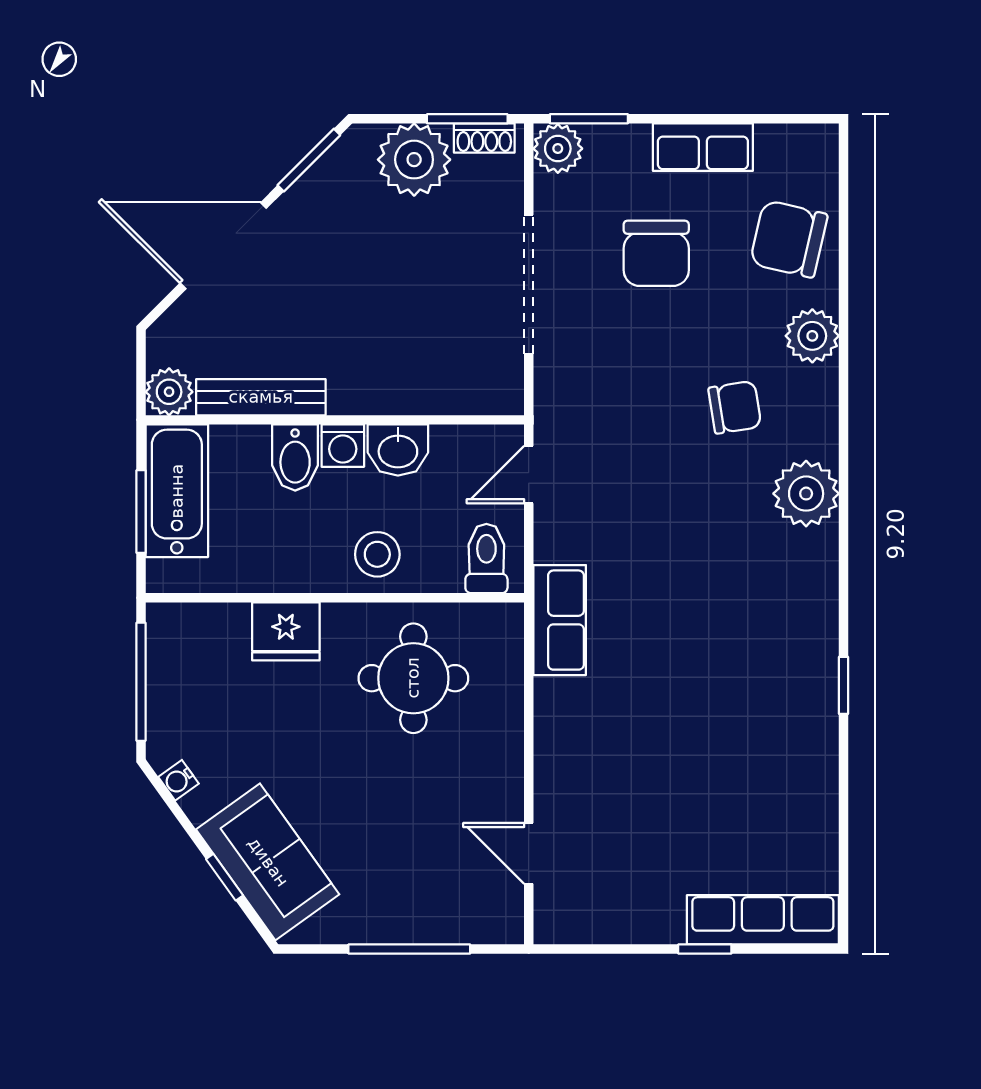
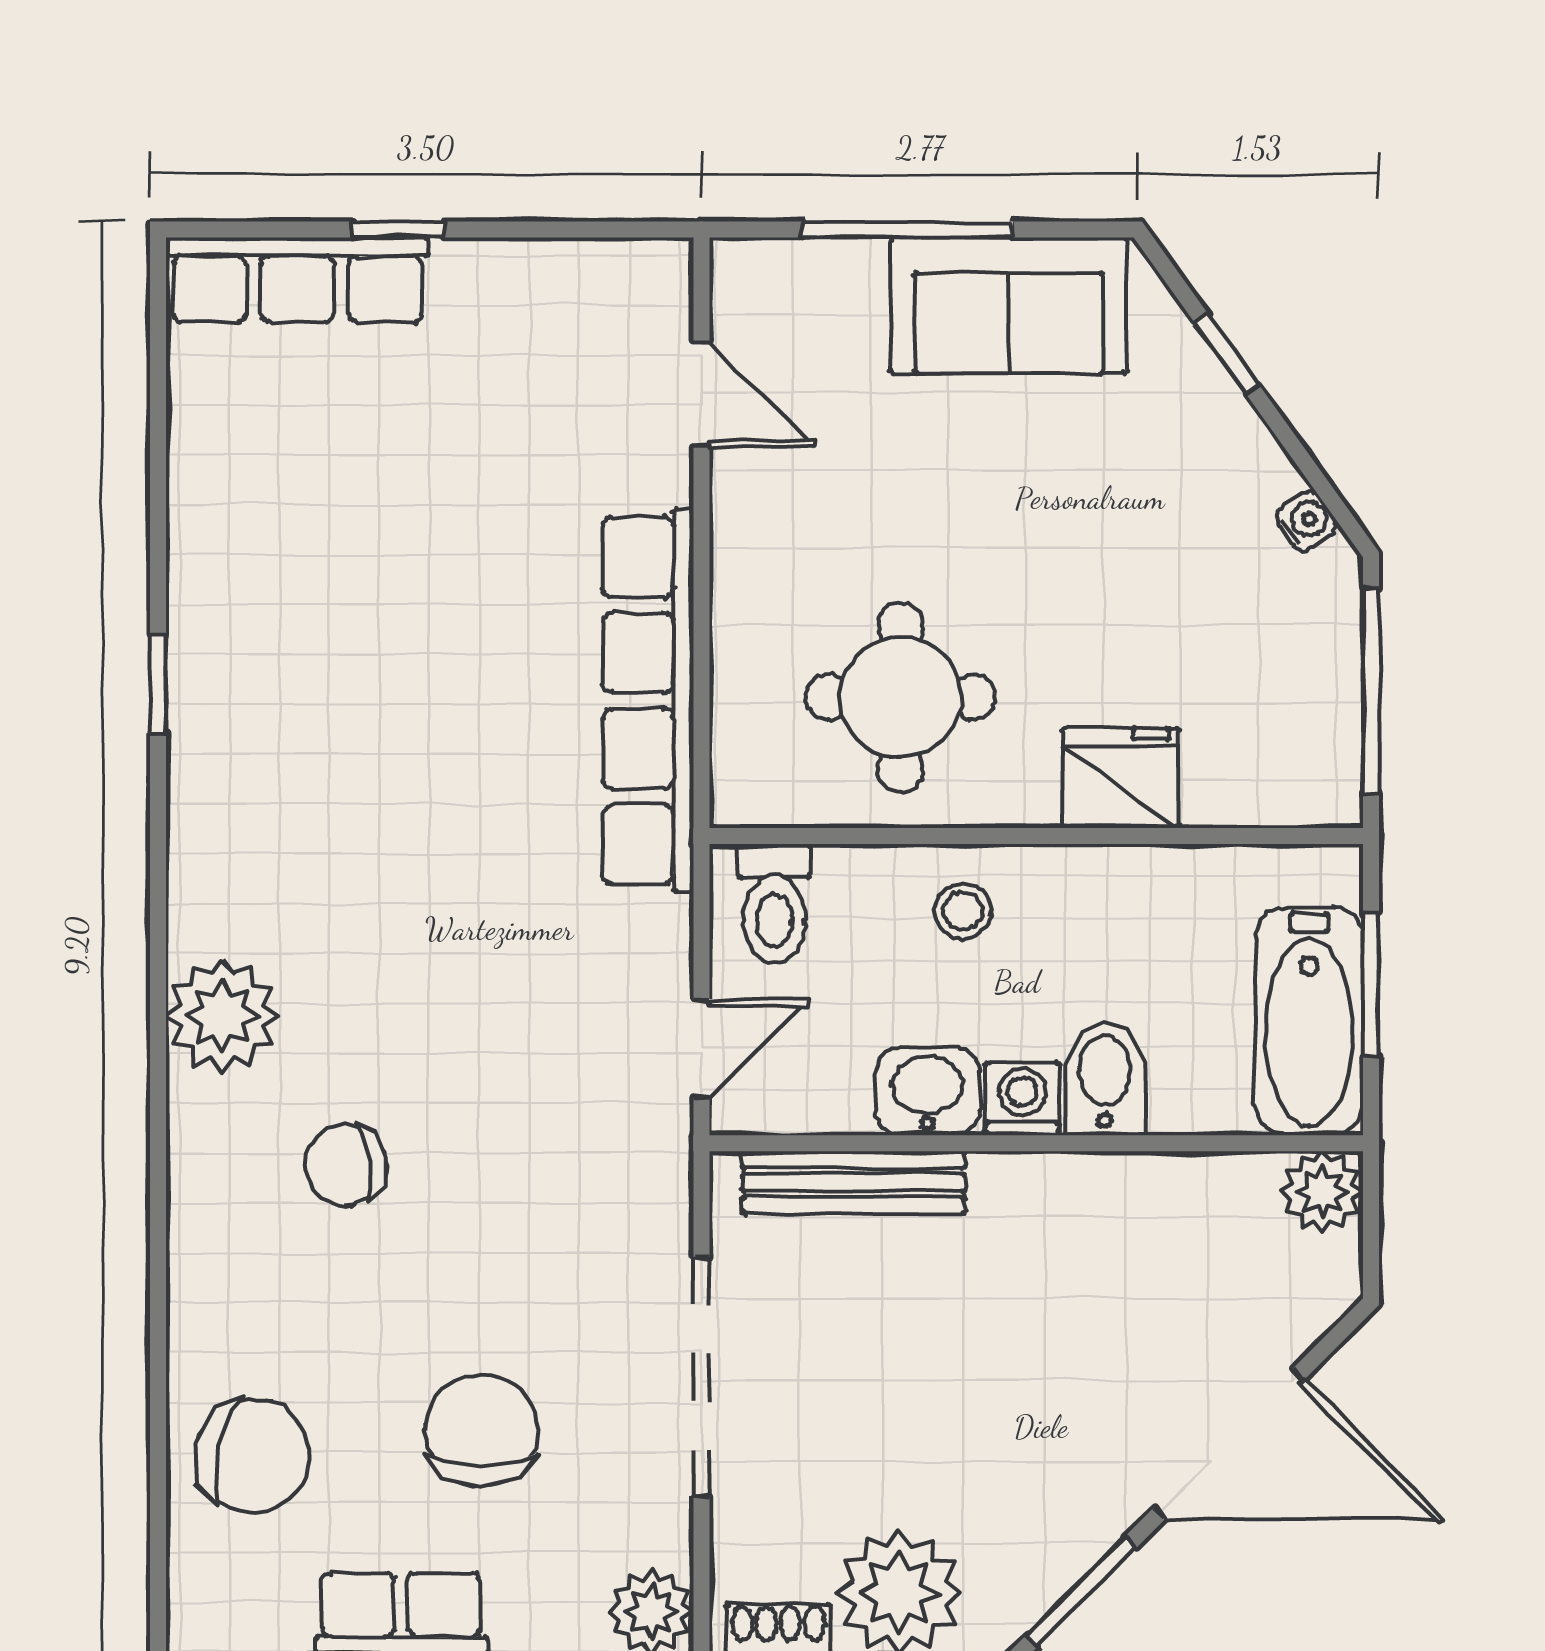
plant: (812, 336) -> (212, 1288), removed
bench: (261, 397) -> (853, 1182), moved
stool: (377, 554) -> (963, 911), width x0.73, depth x0.73
row of seats: (560, 620) -> (648, 701), width x2.02
sofa: (268, 862) -> (1009, 305), moved, turned -54

